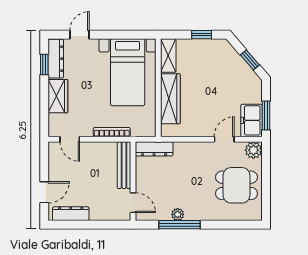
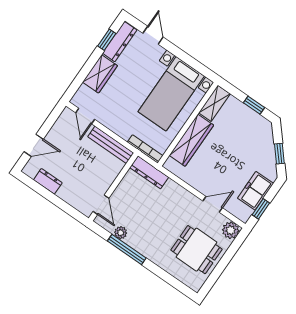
door: (80, 35) -> (153, 35), hinge flipped
window: (266, 116) -> (261, 209), width x0.67
freezer: (251, 120) -> (256, 191), moved
bookcase: (112, 132) -> (145, 149), moved
bench: (124, 165) -> (111, 145), moved, turned 90
dresser: (71, 214) -> (48, 181), width x0.70
plant: (178, 214) -> (121, 233), moved

